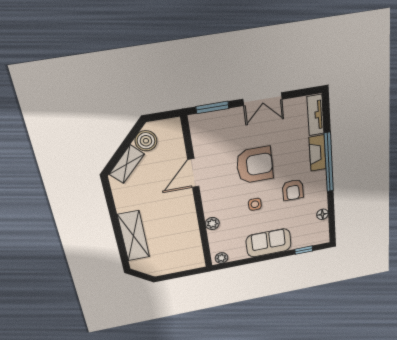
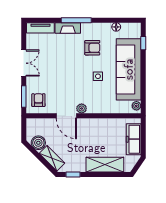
window: (329, 162) -> (76, 20), width x0.68
armchair: (255, 165) -> (38, 100), moved, width x0.53, depth x0.53
window: (109, 198) -> (73, 174), added
plant: (212, 224) -> (82, 109), moved
sofa: (269, 243) -> (129, 69), width x1.85, depth x1.27
freezer: (176, 264) -> (134, 139), added

